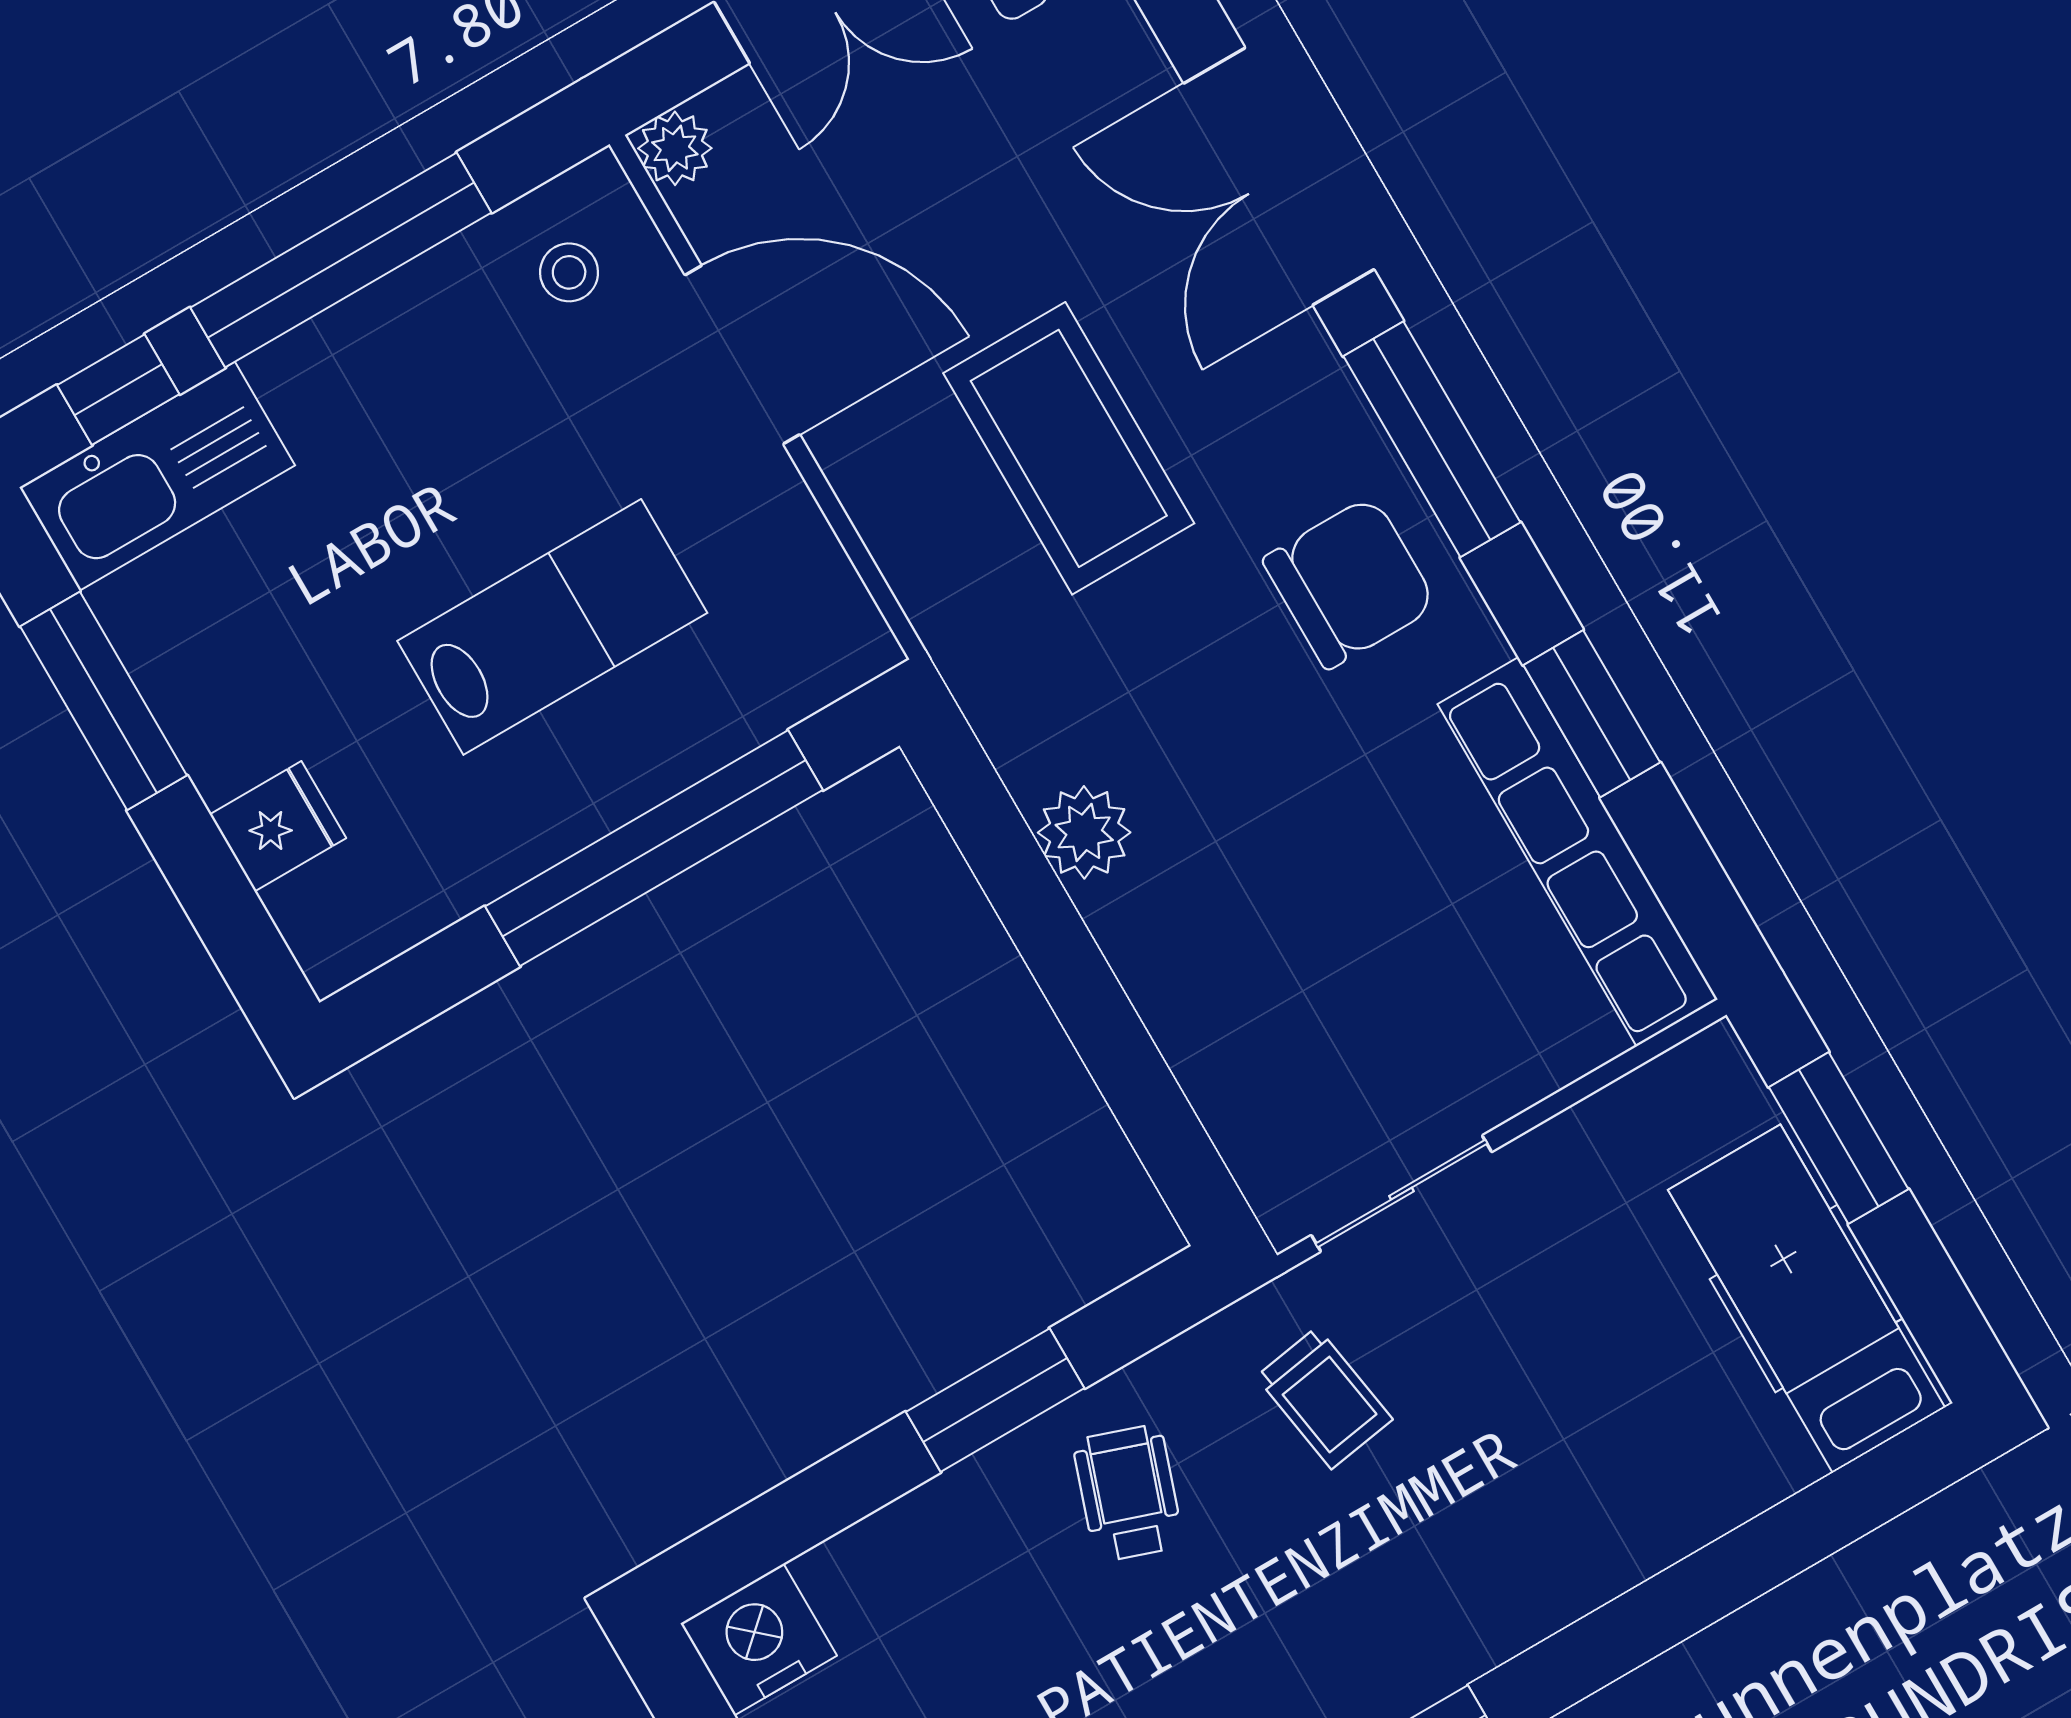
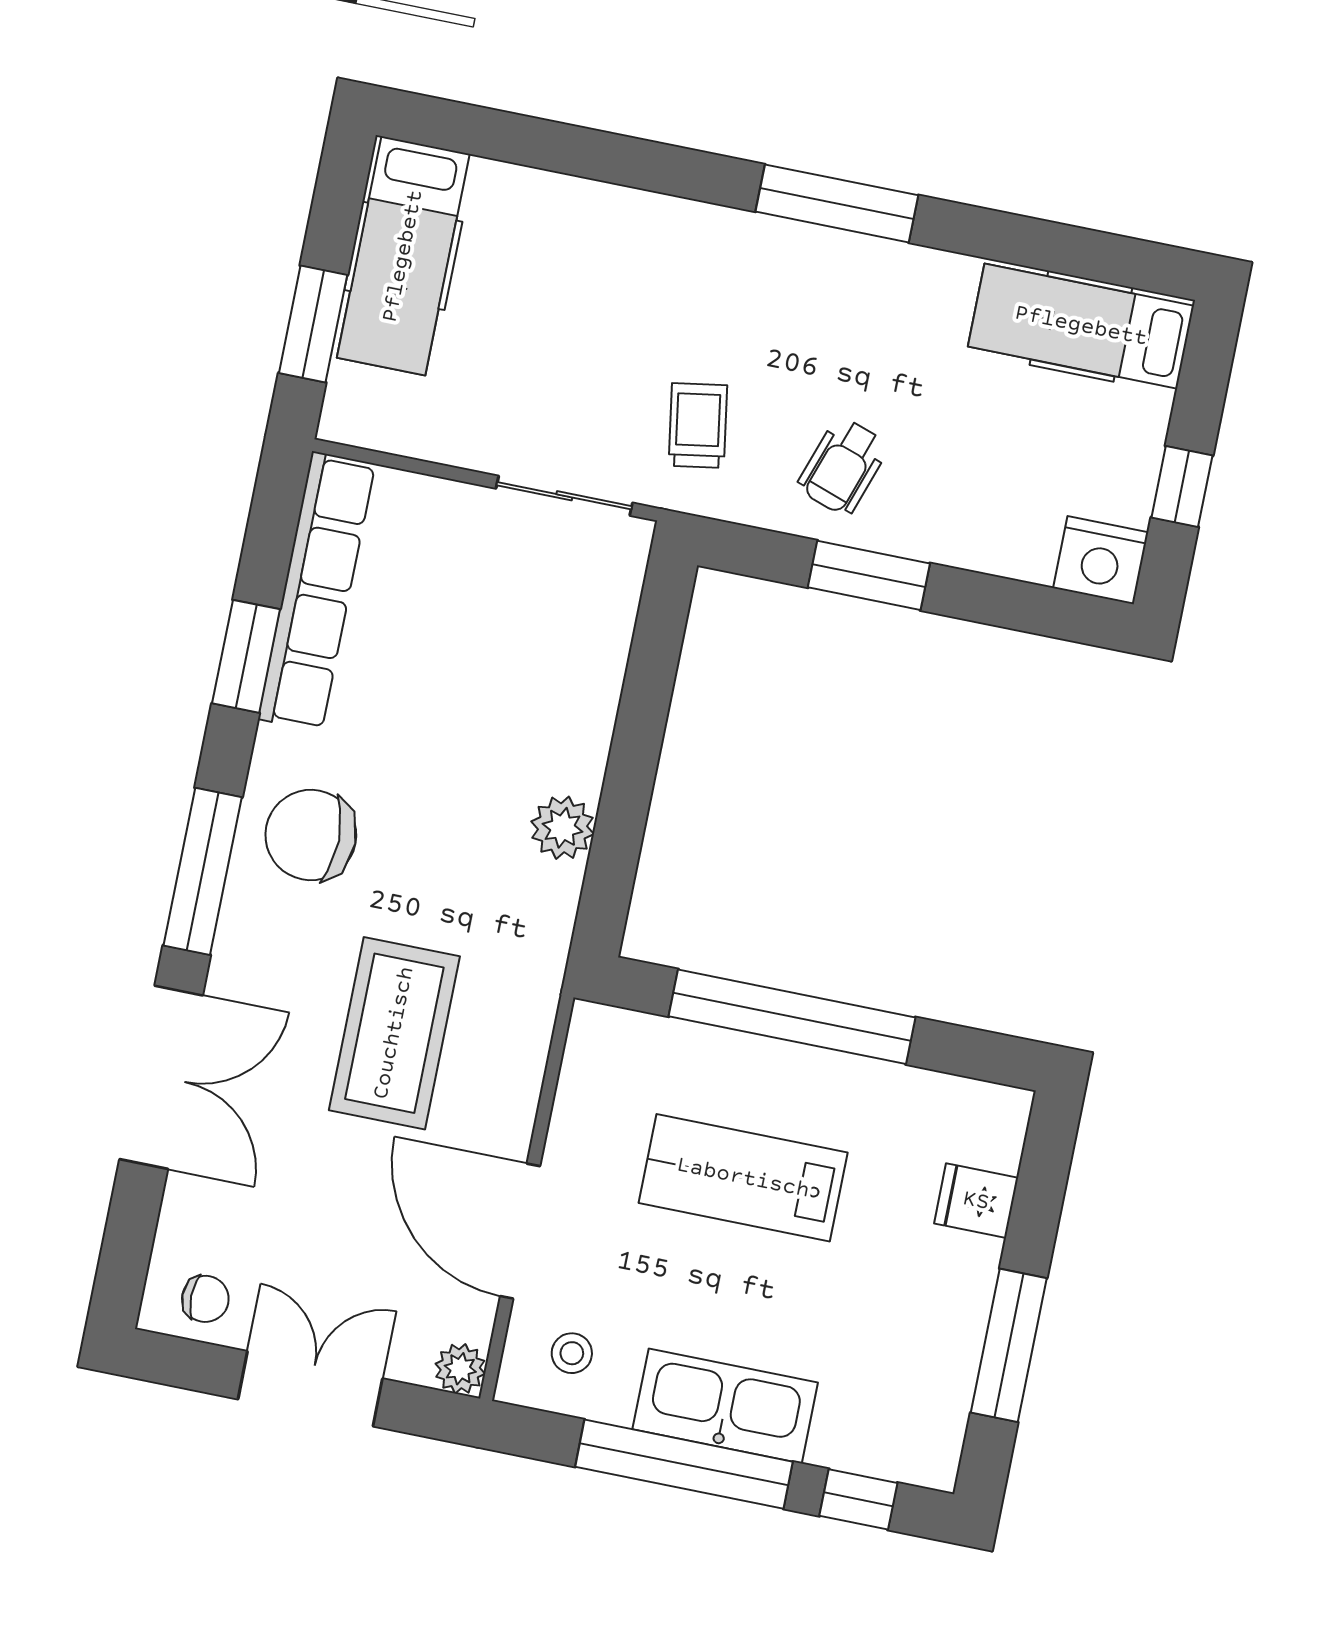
kitchen sink: (157, 476) -> (725, 1406), moved

